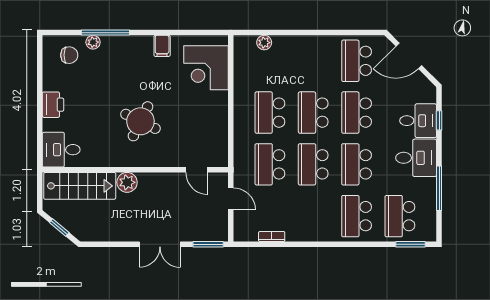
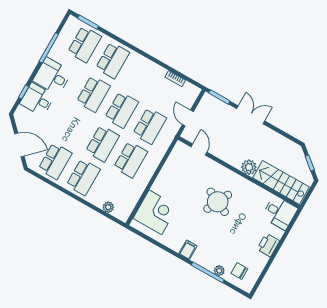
filing cabinet: (162, 46) -> (188, 250), moved
school desk: (357, 113) -> (83, 177), moved

